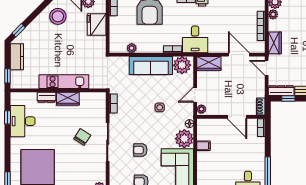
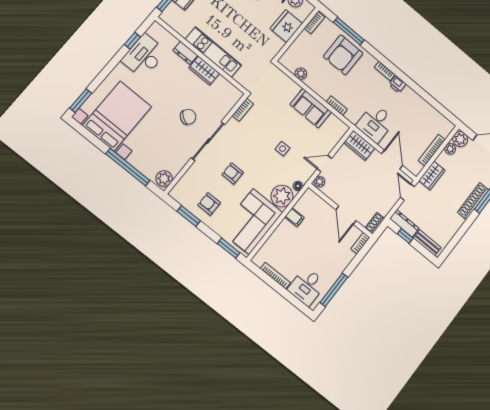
desk: (195, 39) -> (375, 123), moved
plant: (182, 65) -> (334, 127), removed
sofa: (151, 66) -> (311, 108), width x0.73

